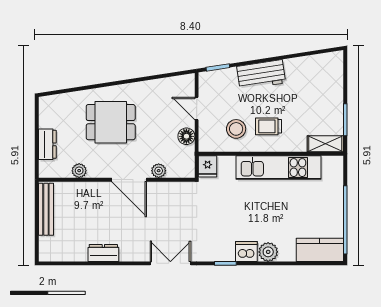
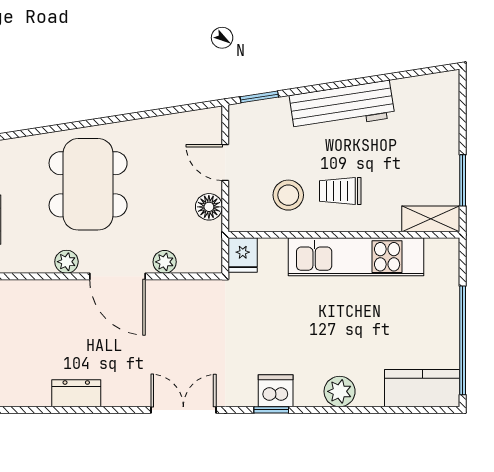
workbench: (261, 75) -> (342, 106), width x1.38
dining table: (111, 122) -> (88, 184), width x1.38
plant: (79, 171) -> (66, 262), moved
dishwasher: (246, 251) -> (276, 391), moved

